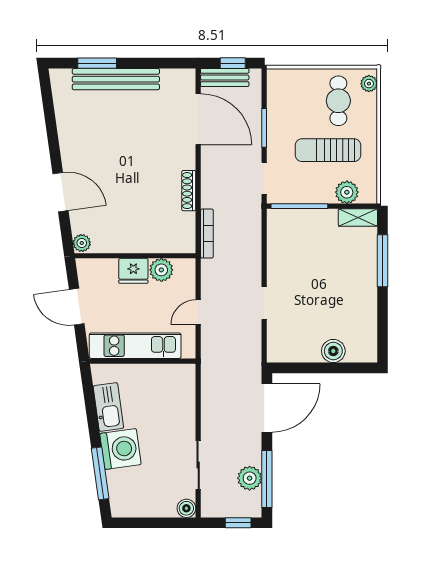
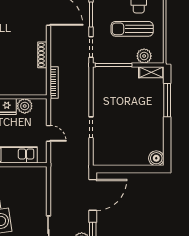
door: (198, 312) -> (48, 133), swing flipped
boiler: (333, 351) -> (156, 158), moved

